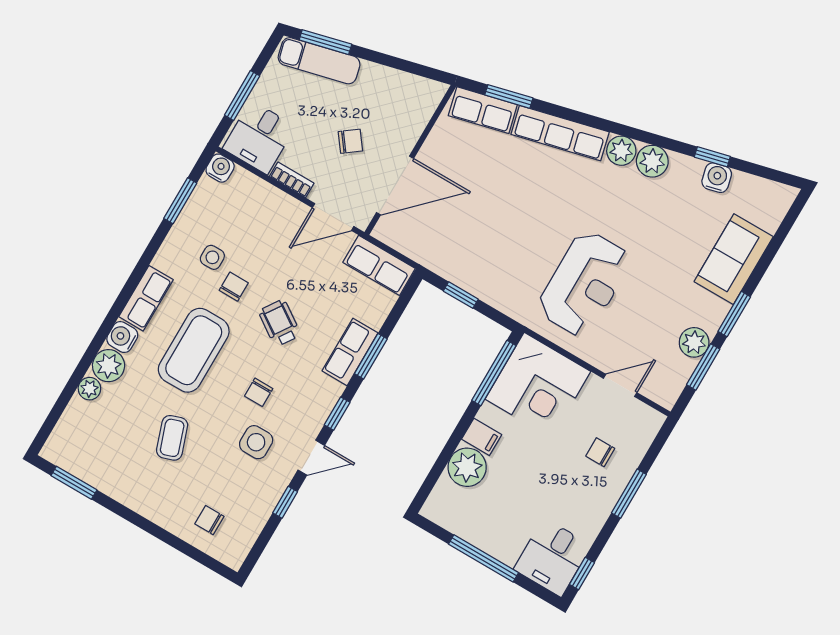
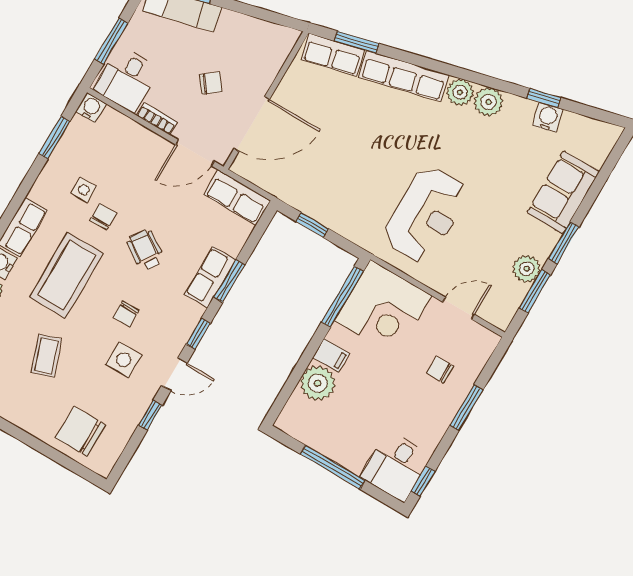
chair: (209, 520) -> (81, 431), width x1.87, depth x1.87

